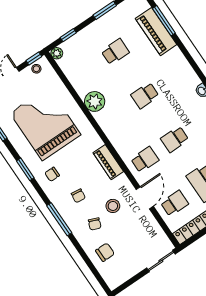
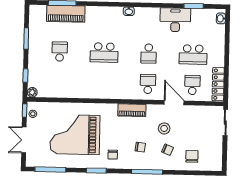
school desk: (145, 95) -> (104, 53), width x1.85
plant: (95, 101) -> (84, 90), removed

